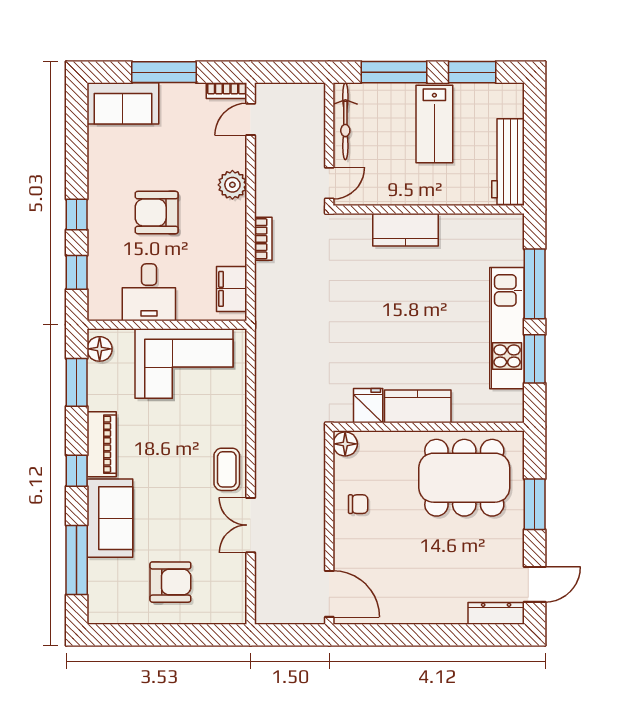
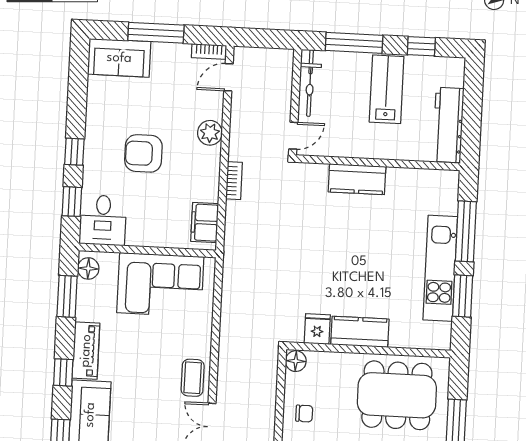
window: (472, 72) -> (421, 46), width x0.67
lab bench: (434, 124) -> (387, 89), turned 180
desk: (149, 292) -> (103, 220), moved

